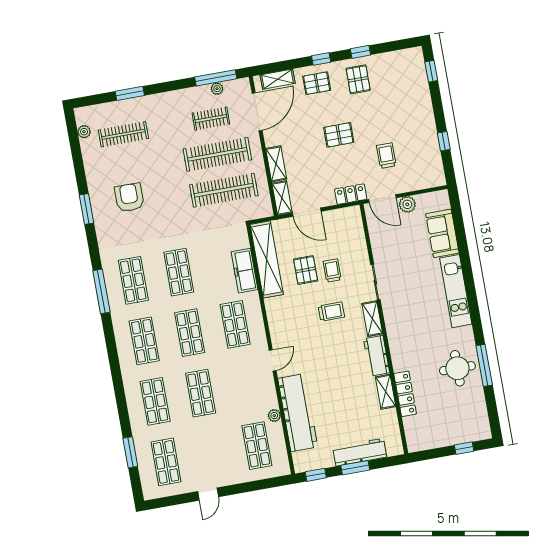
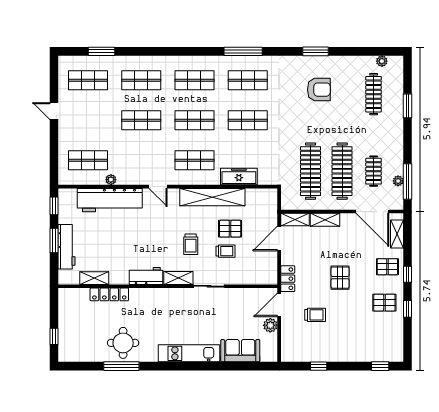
pallet: (317, 83) -> (387, 267), turned 90
shelving: (267, 259) -> (212, 197), moved
shelving: (386, 392) -> (94, 278), moved

